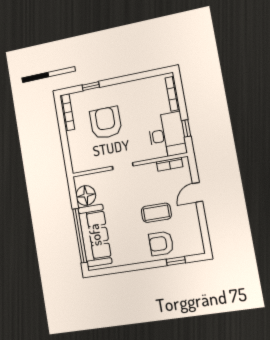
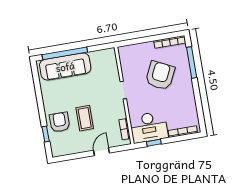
window: (91, 86) -> (192, 62), width x2.17
armchair: (106, 123) -> (160, 75), turned -64
door: (198, 192) -> (102, 152), hinge flipped
floor lamp: (86, 195) -> (99, 58), removed

